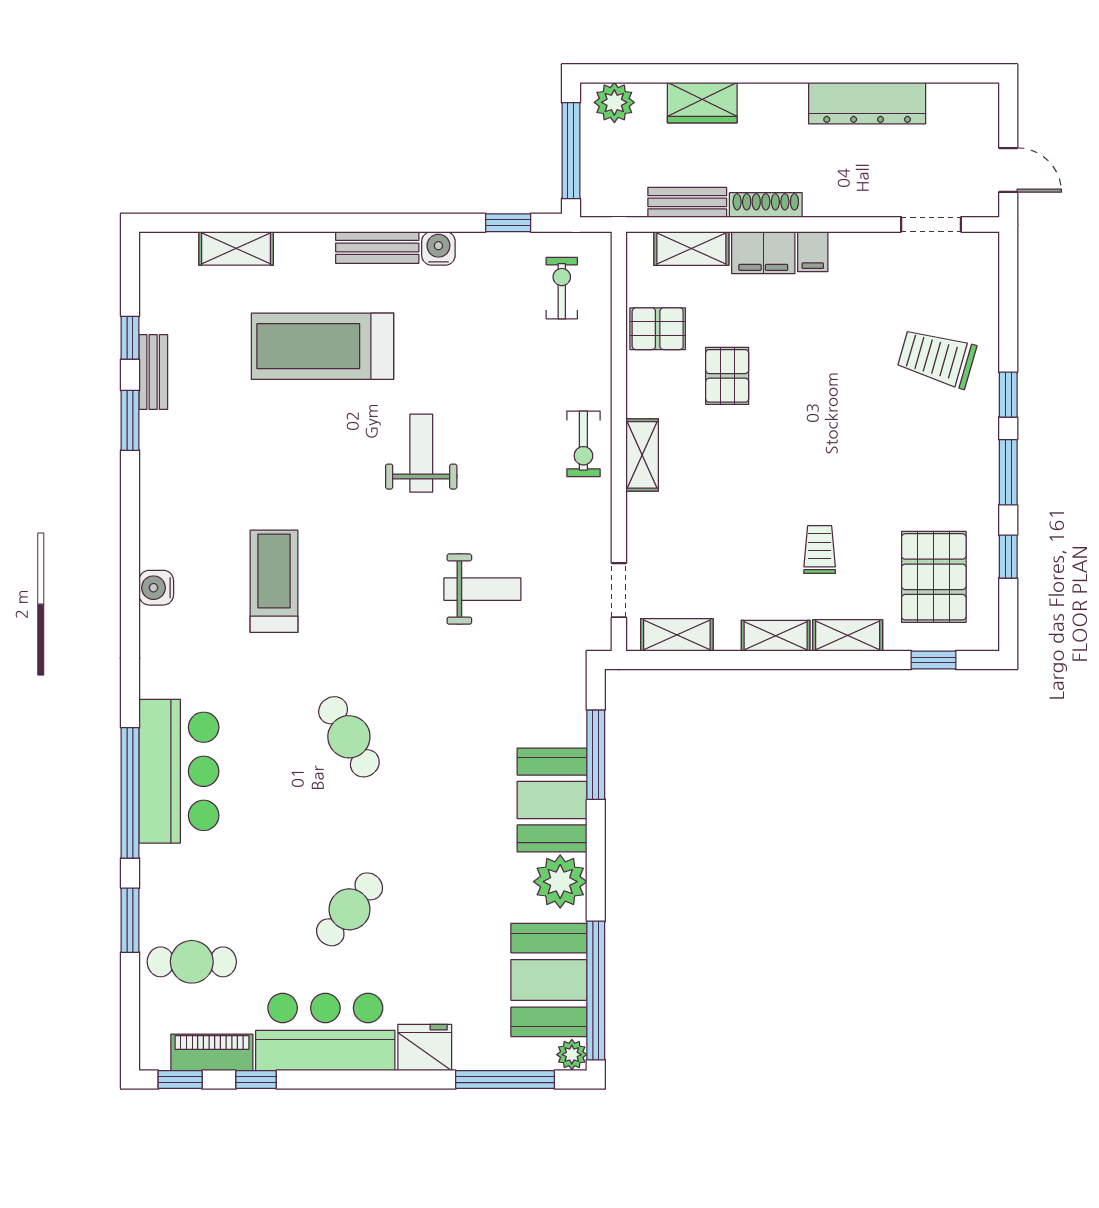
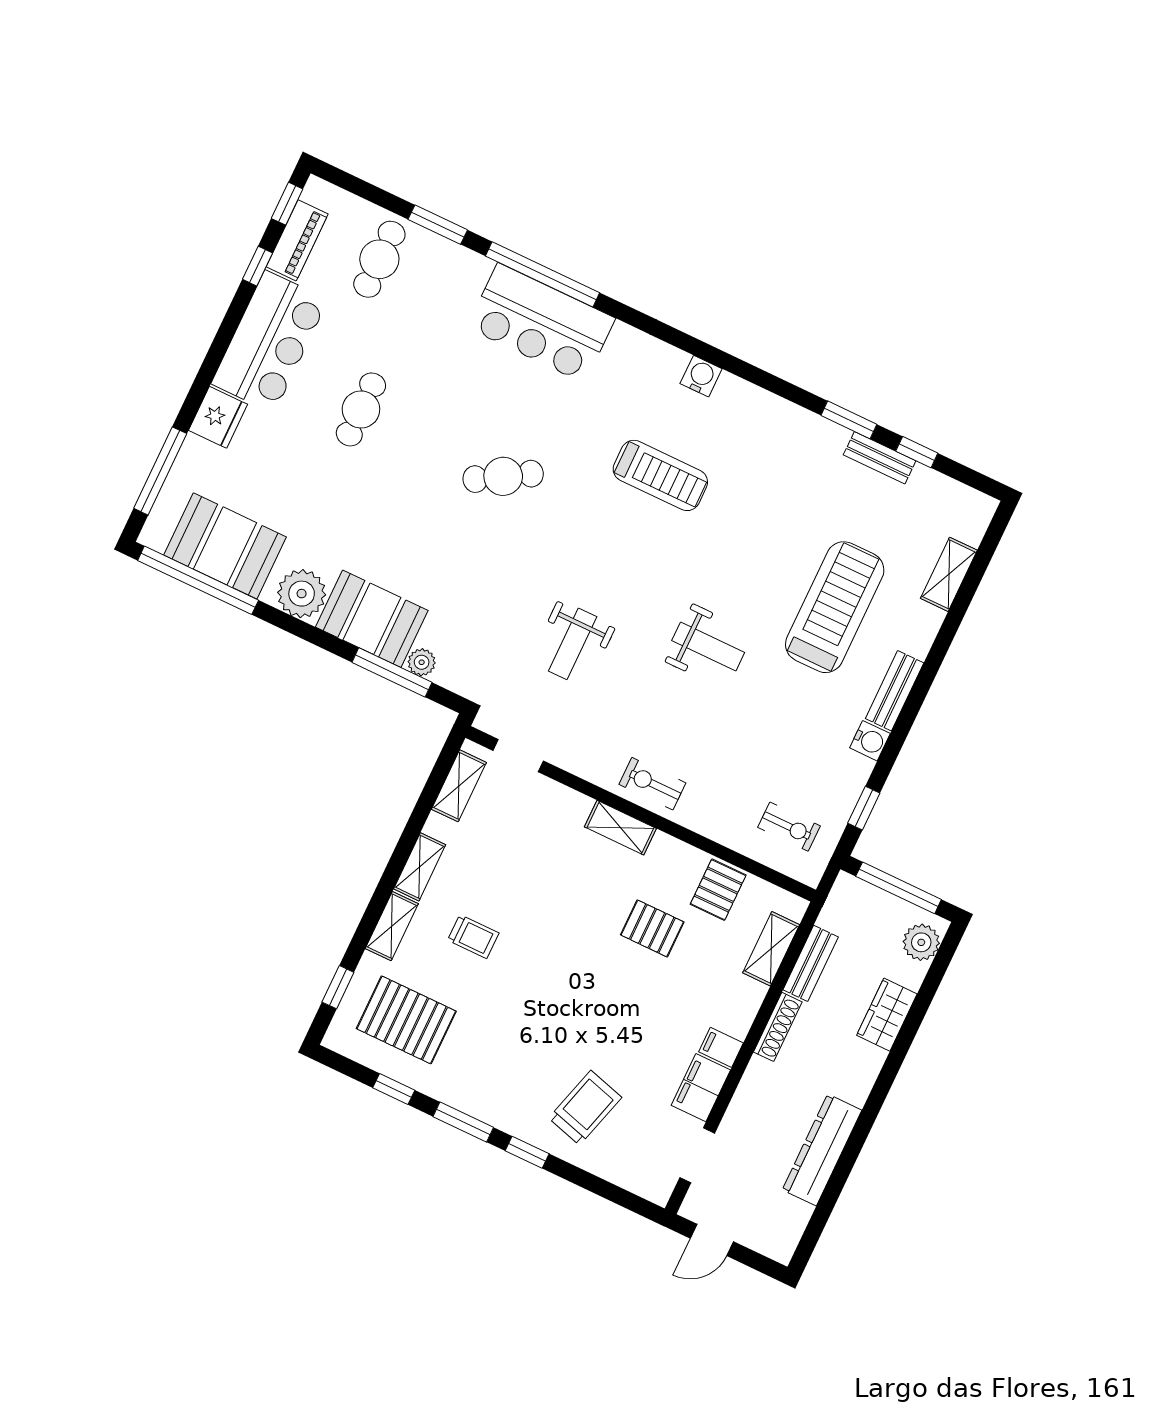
filing cabinet: (763, 253) -> (701, 1088), moved
cafe table: (350, 909) -> (361, 409), turned 50
plant: (572, 1055) -> (422, 662), moved

